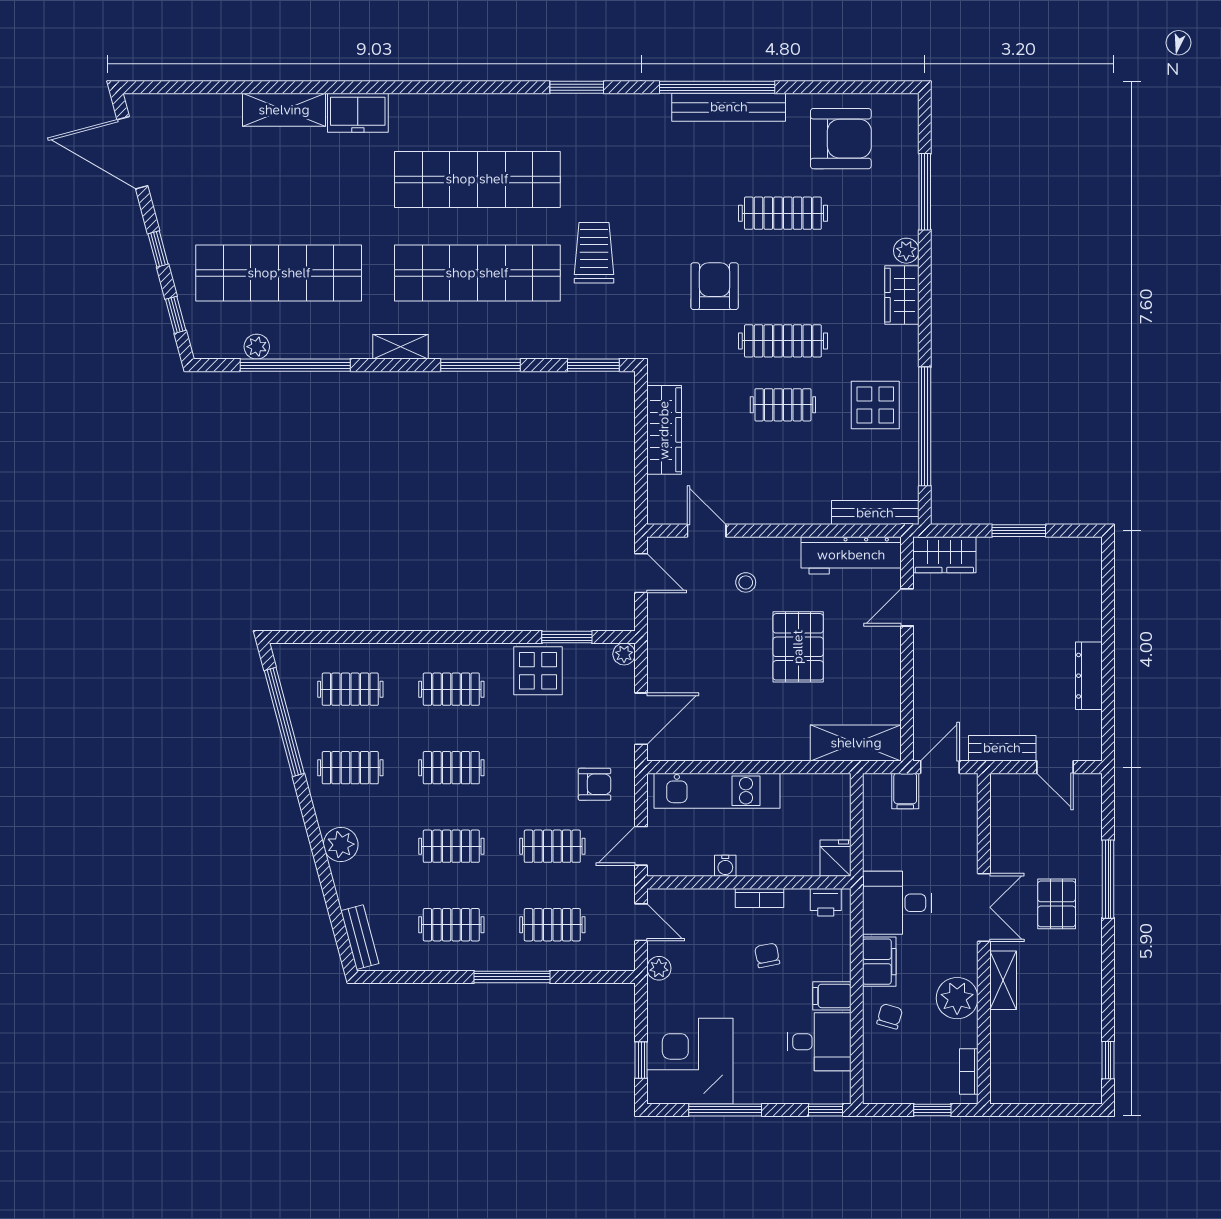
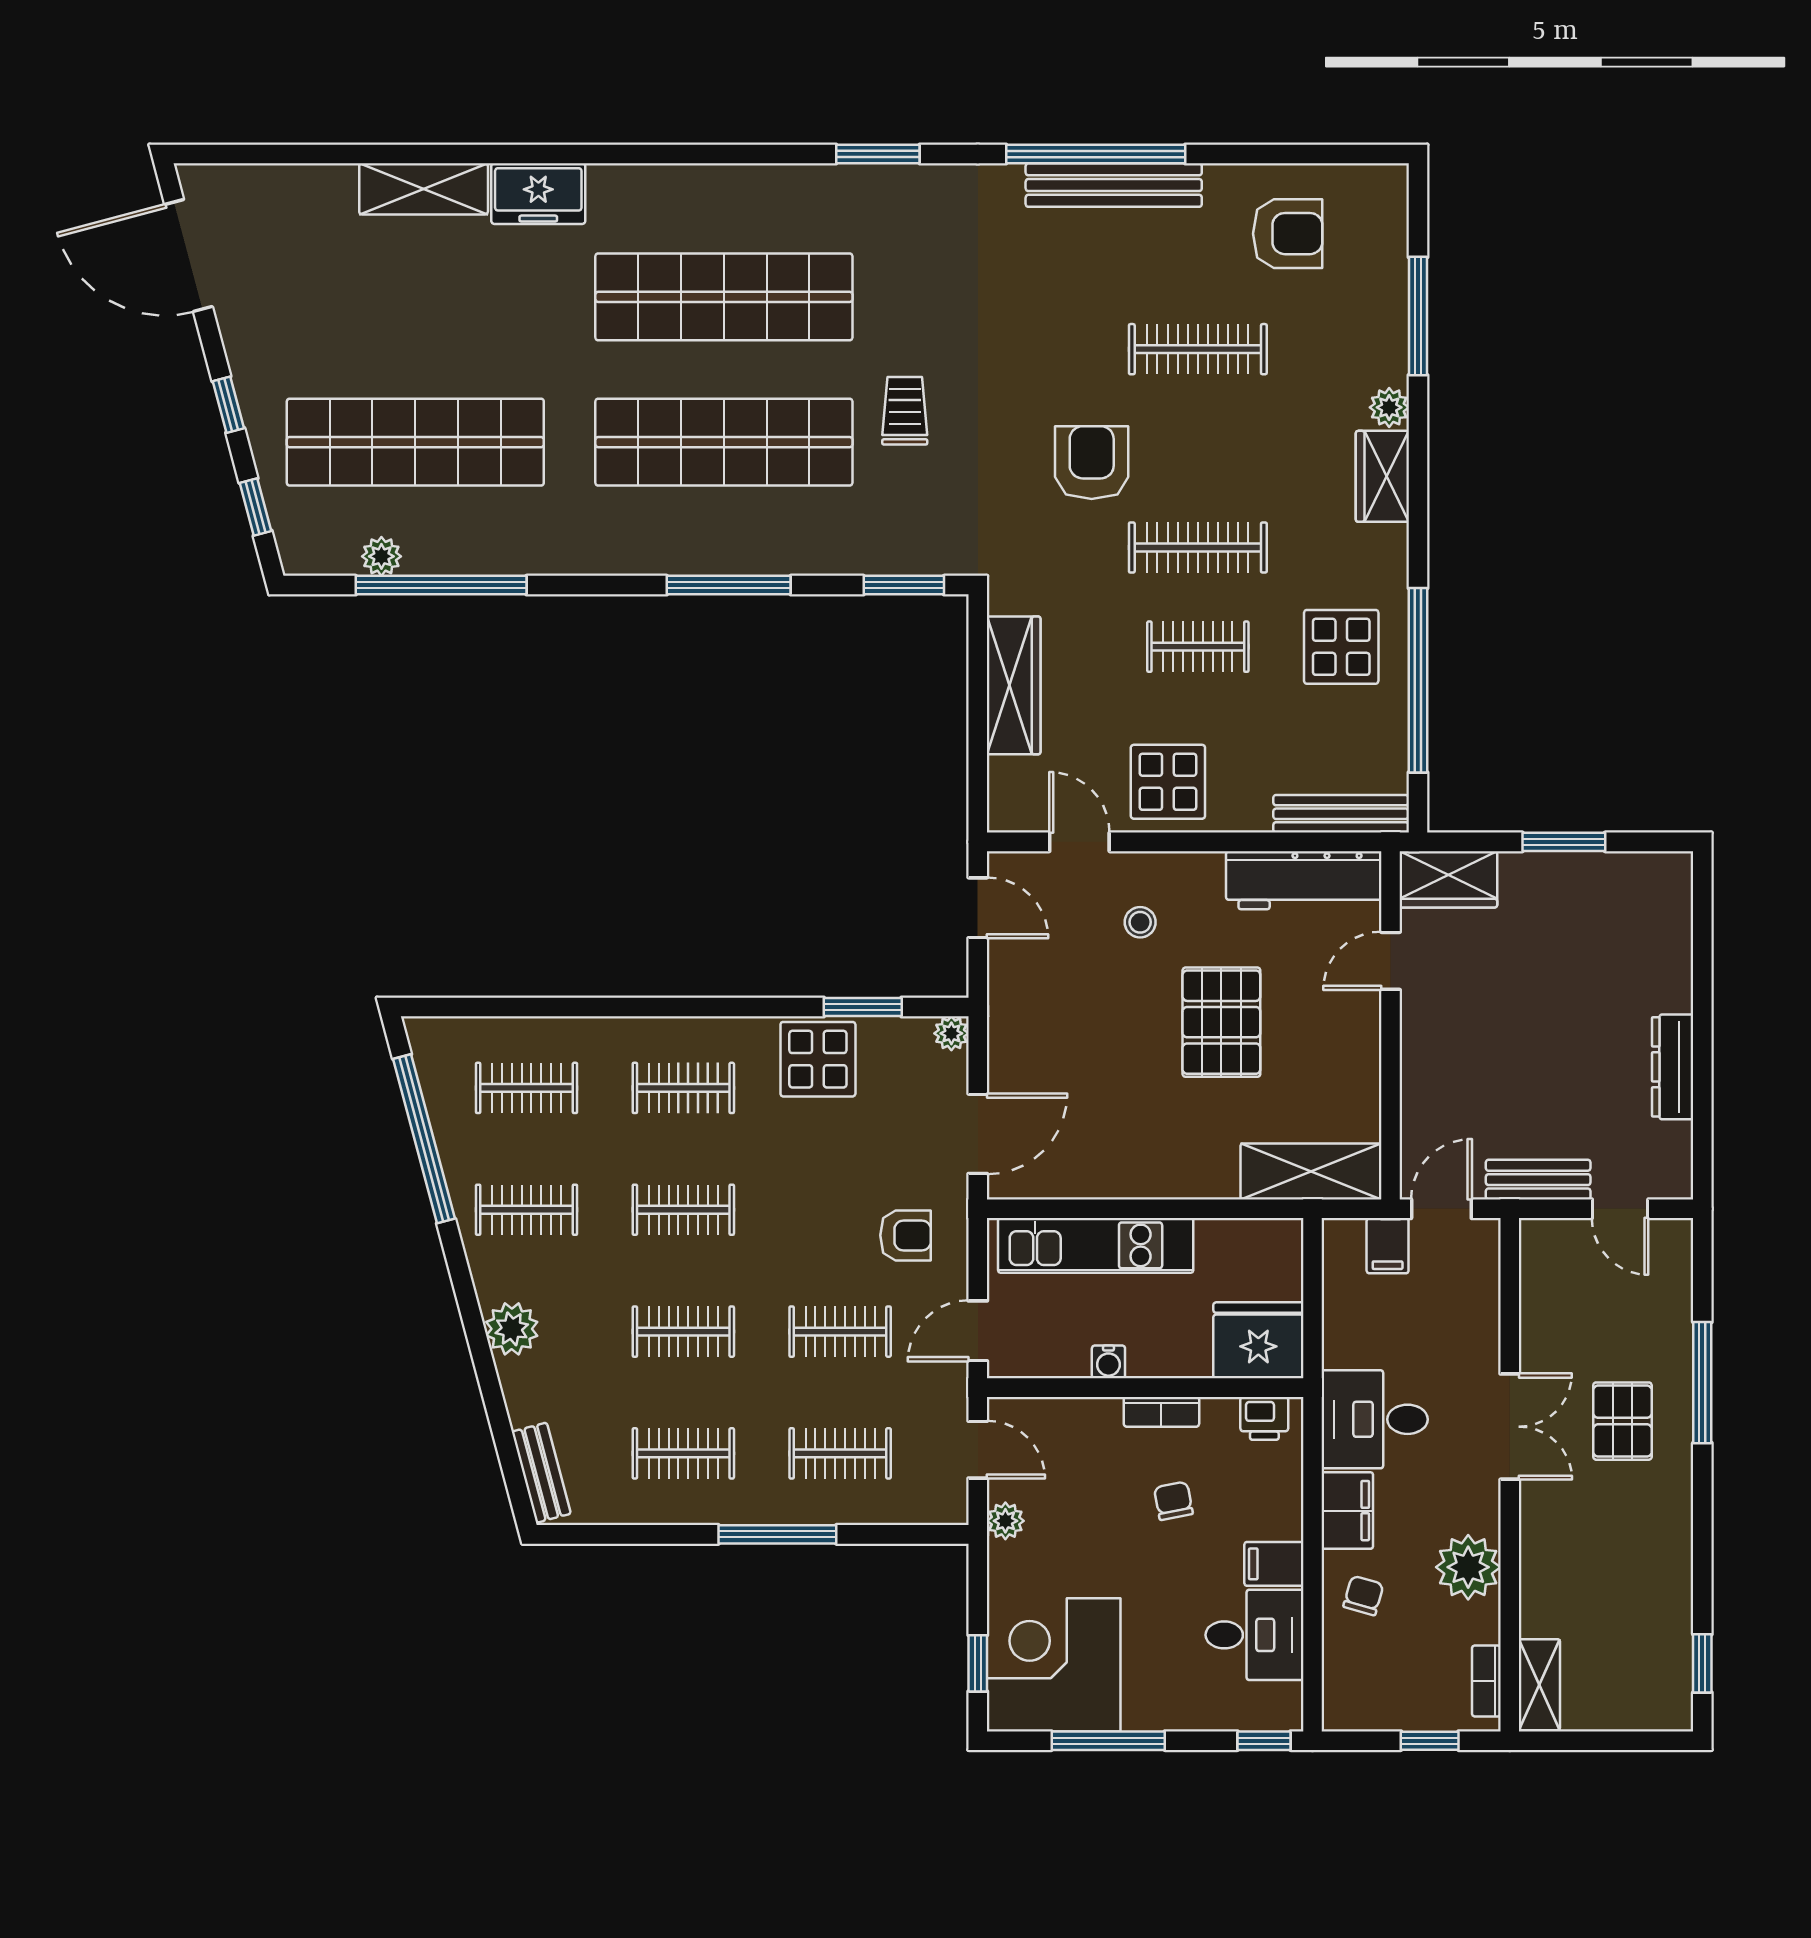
armchair: (841, 139) -> (1288, 234), width x0.73, depth x0.73
trolley: (594, 253) -> (905, 411), width x0.73, depth x0.72
shelving: (401, 347) -> (605, 557), removed
display table: (764, 492) -> (1168, 782), added
fridge: (836, 858) -> (1258, 1340), width x1.88, depth x1.34
shelving: (1003, 980) -> (1539, 1685), moved

